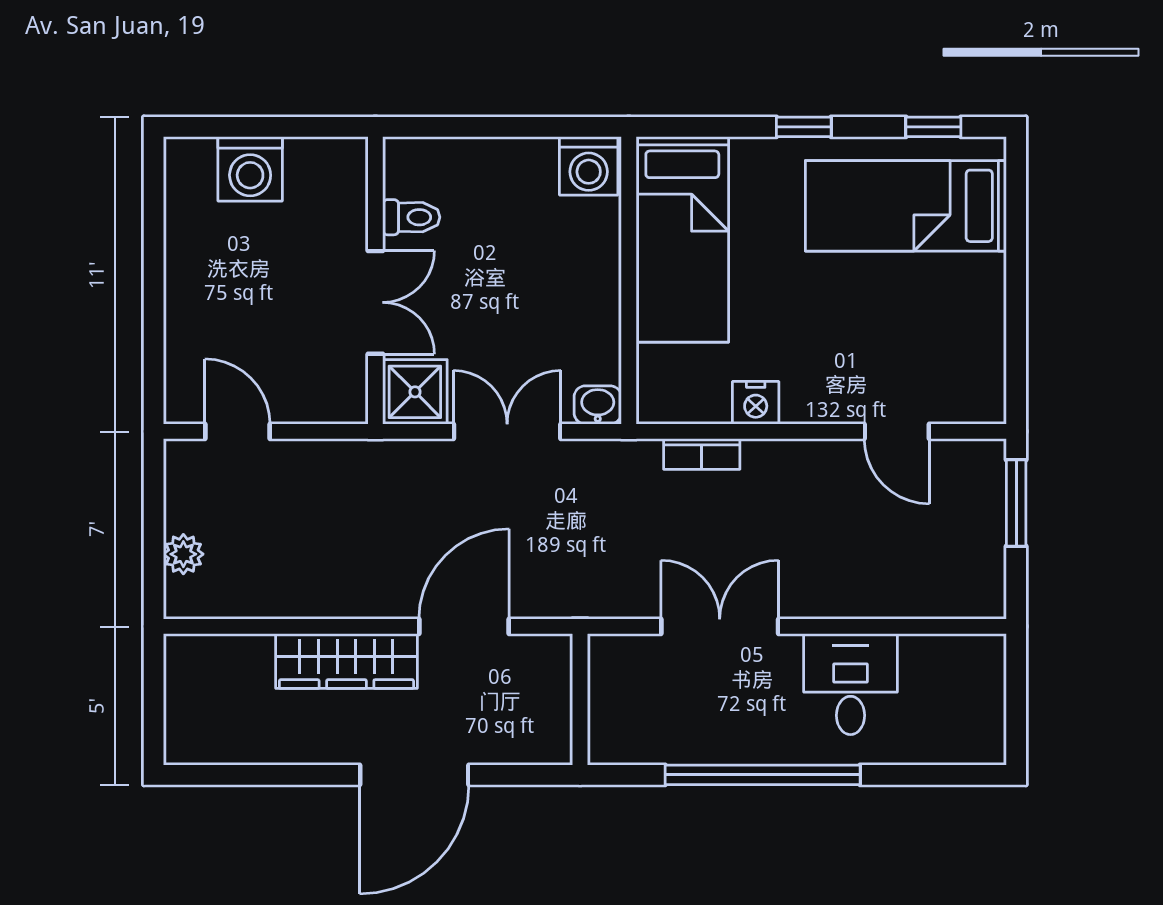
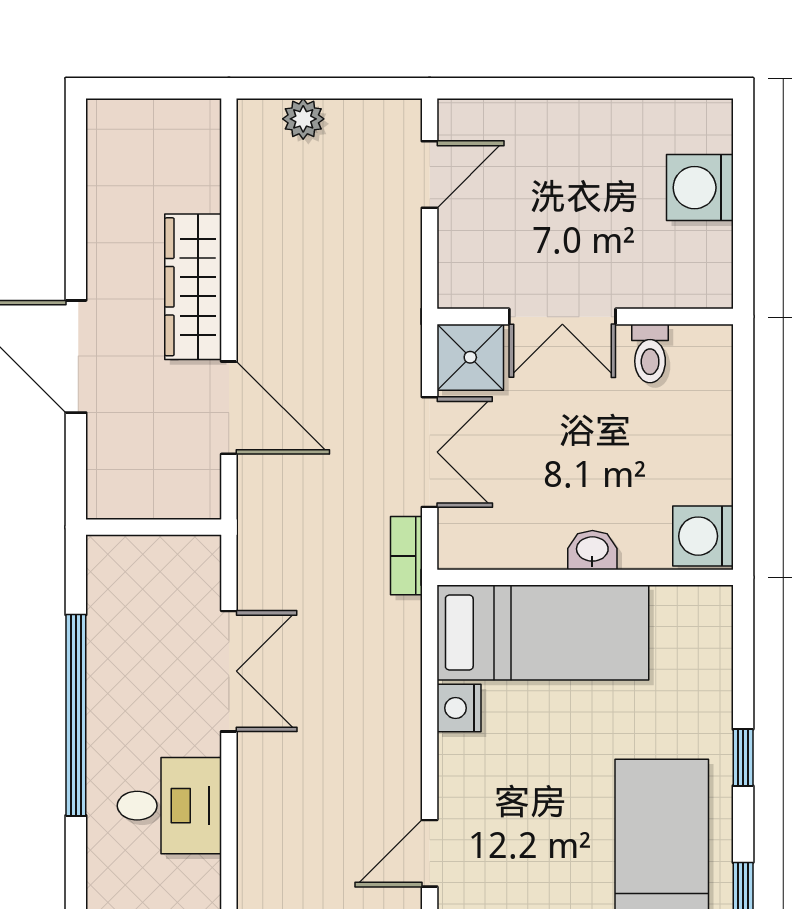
bed: (682, 239) -> (543, 633), moved, turned 180
washbasin: (598, 405) -> (592, 550), moved, turned -90
bookcase: (702, 454) -> (406, 556), moved

